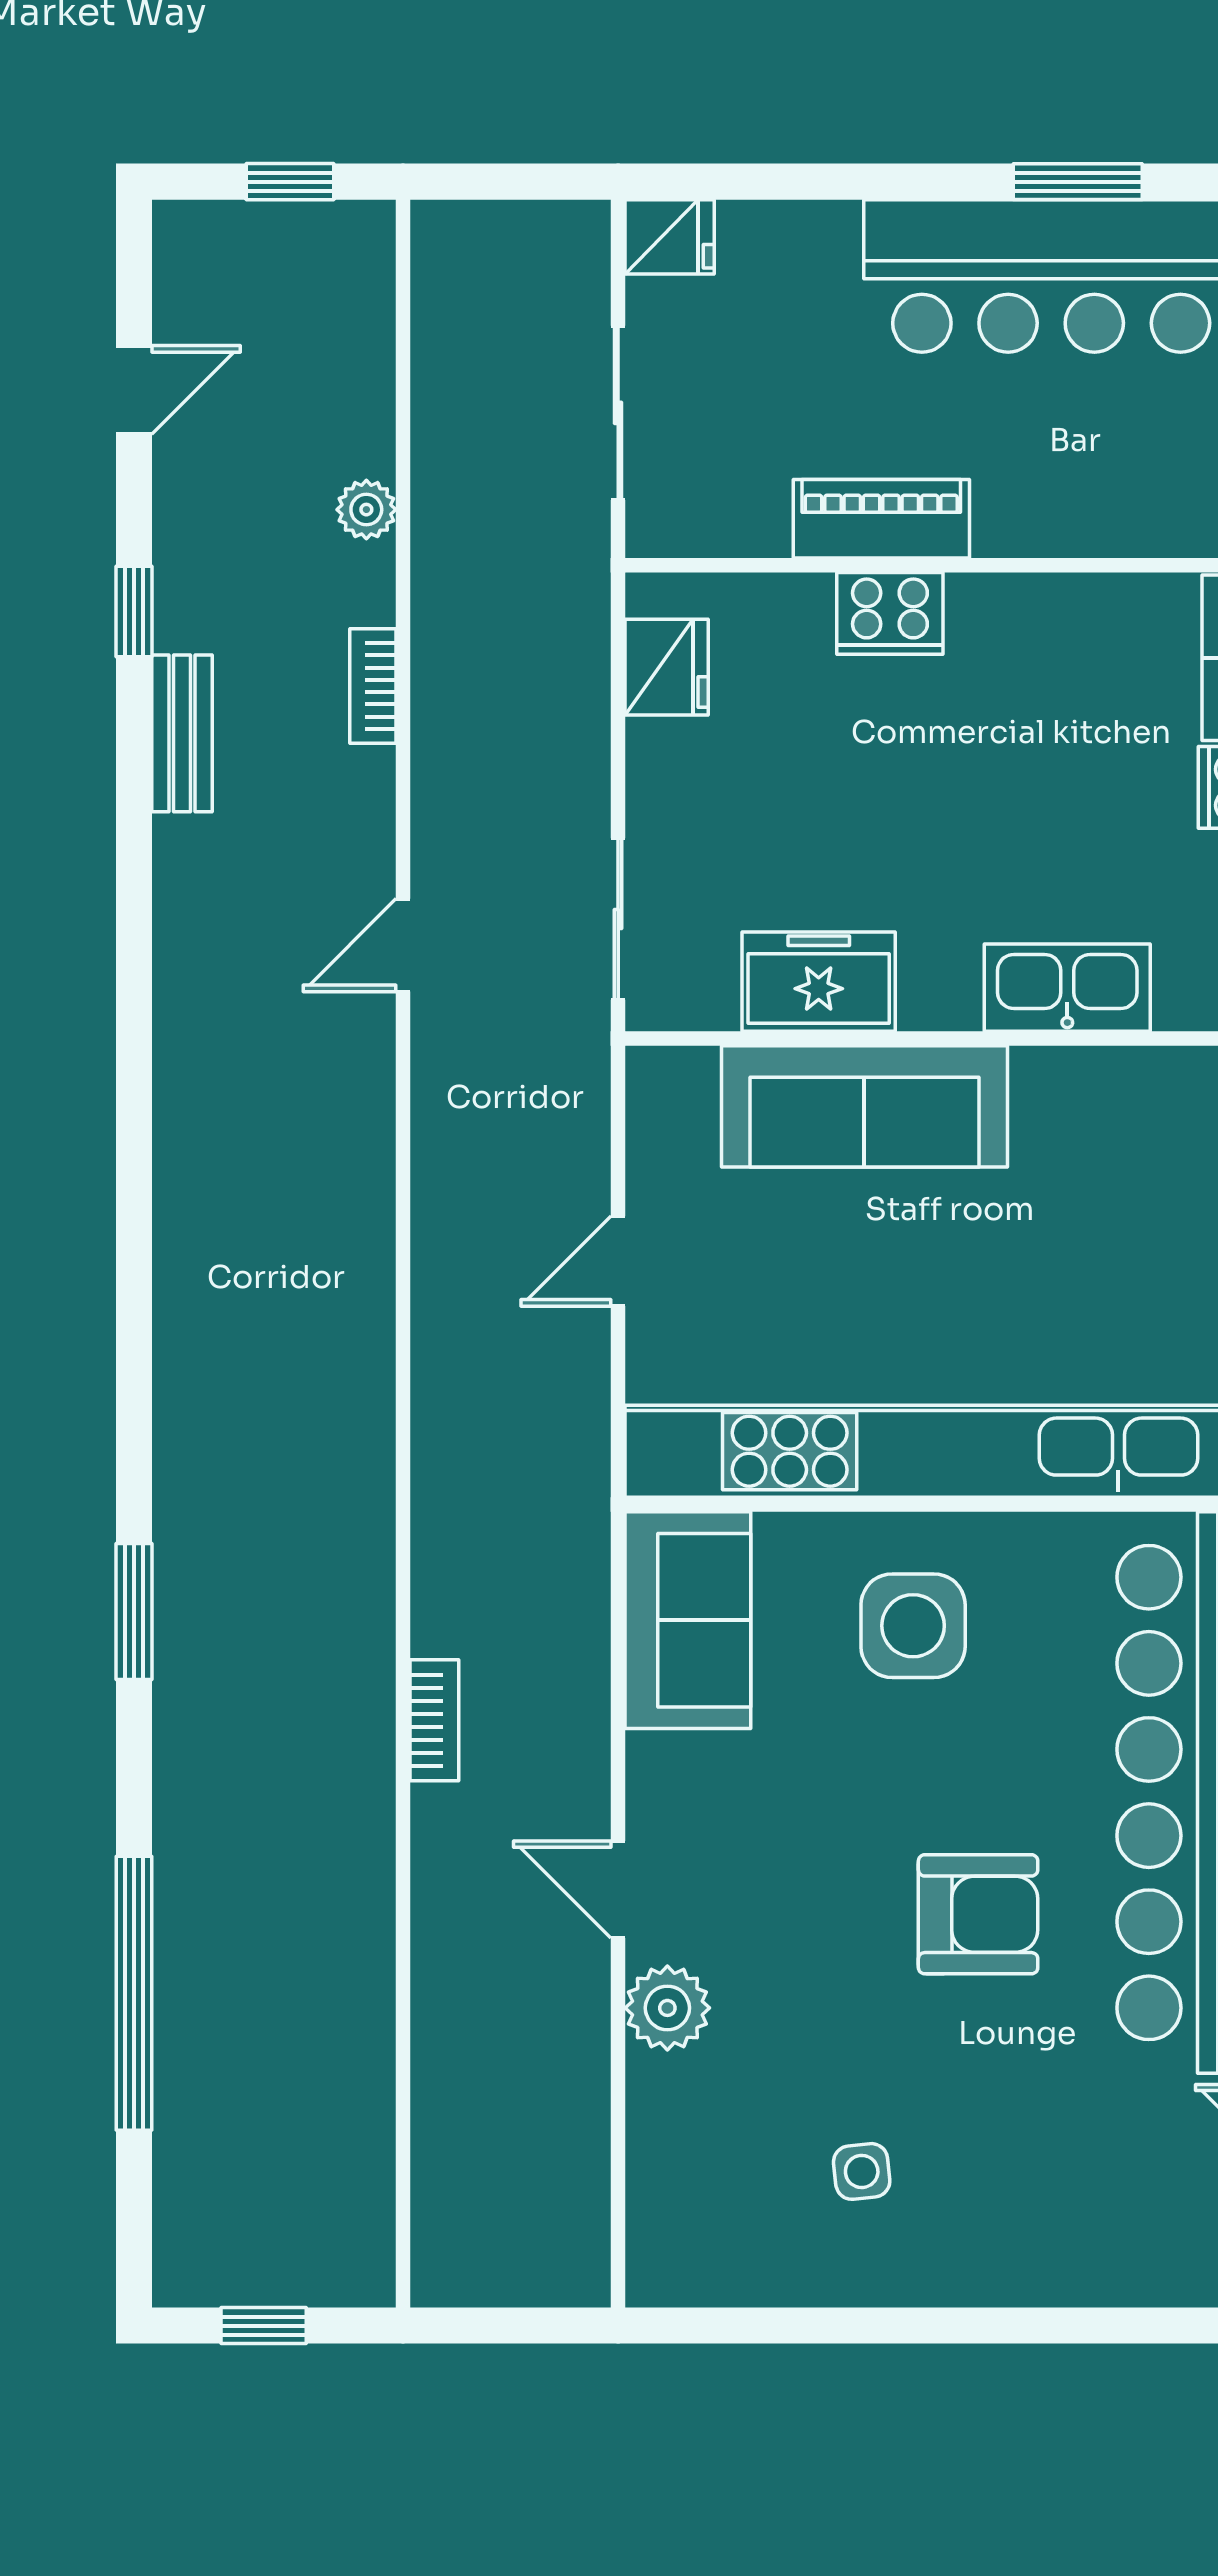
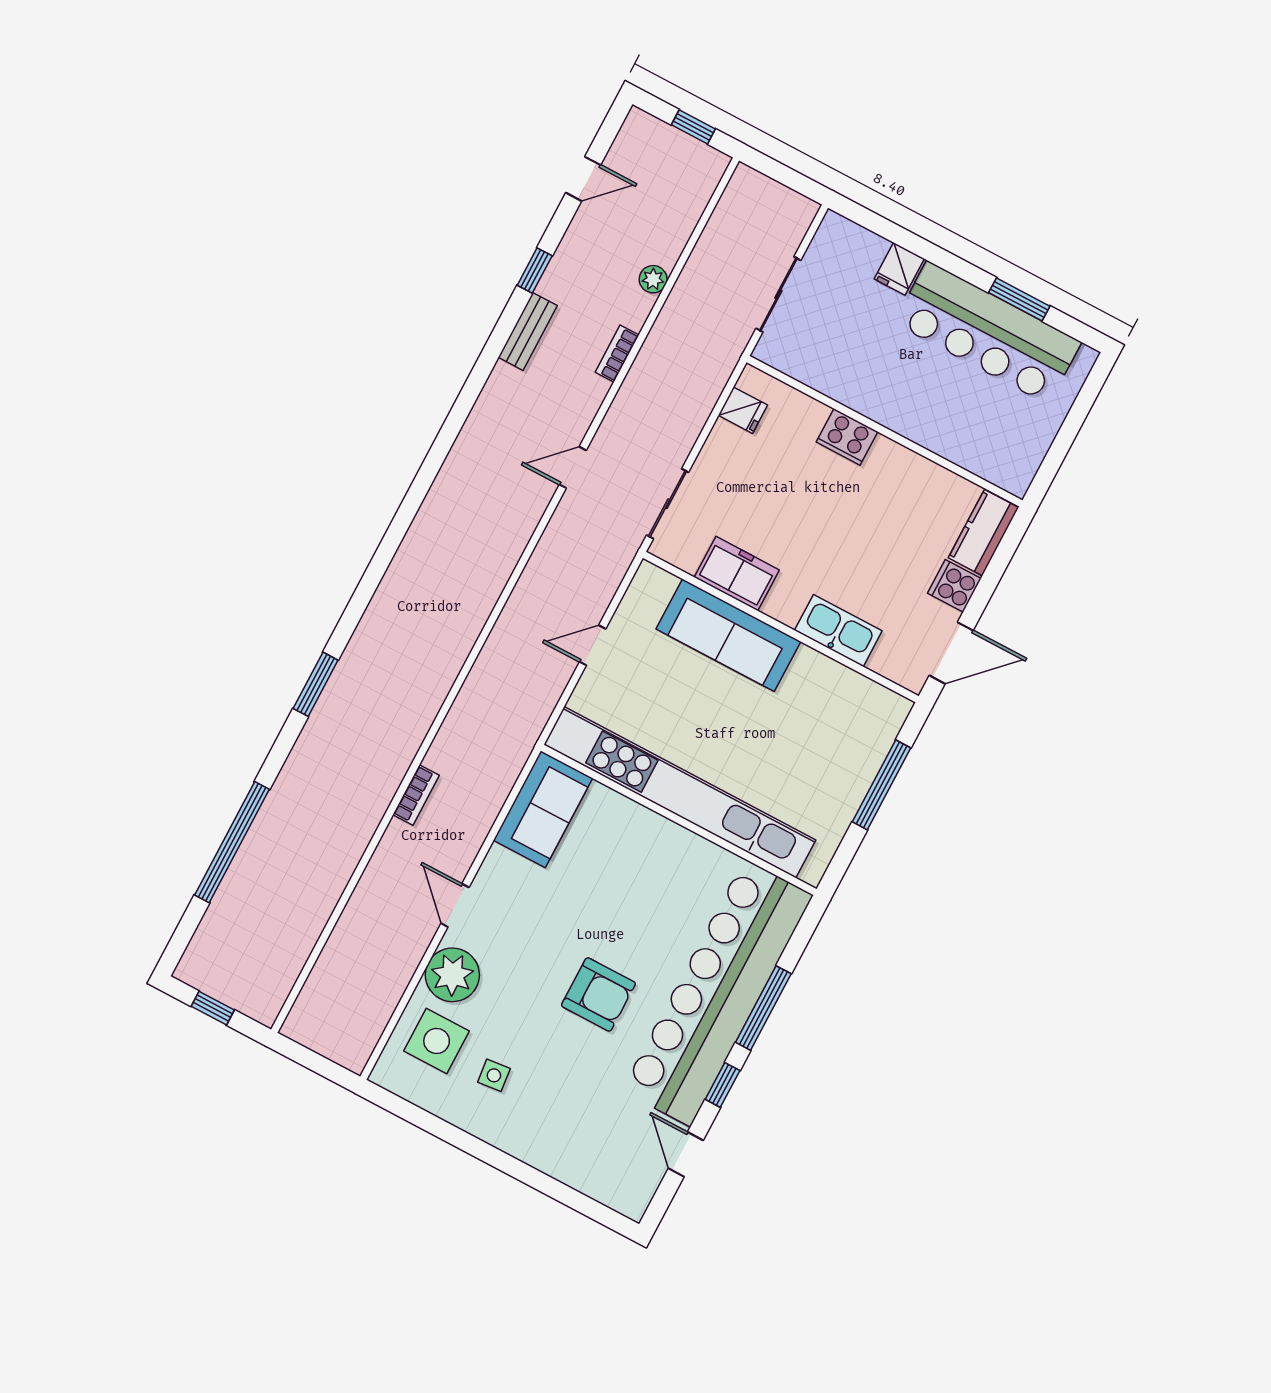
fridge: (670, 237) -> (899, 269), moved, turned 90
piano: (881, 519) -> (864, 396), removed
fridge: (667, 667) -> (743, 410), width x0.72
side table: (913, 1626) -> (437, 1041), moved
plant: (667, 2008) -> (452, 975), width x1.36, depth x1.36

